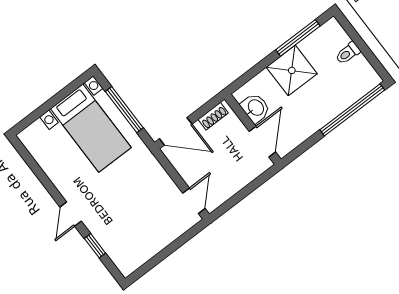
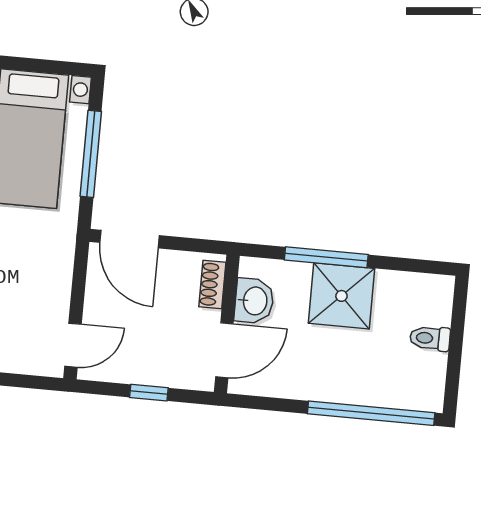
window: (298, 38) -> (326, 257), moved
shoe rack: (213, 116) -> (212, 284), moved, turned 90
window: (246, 191) -> (149, 393), added

